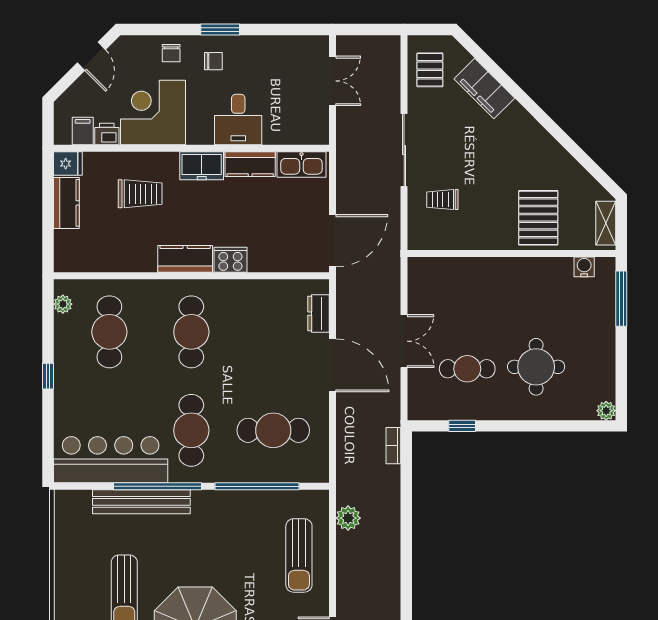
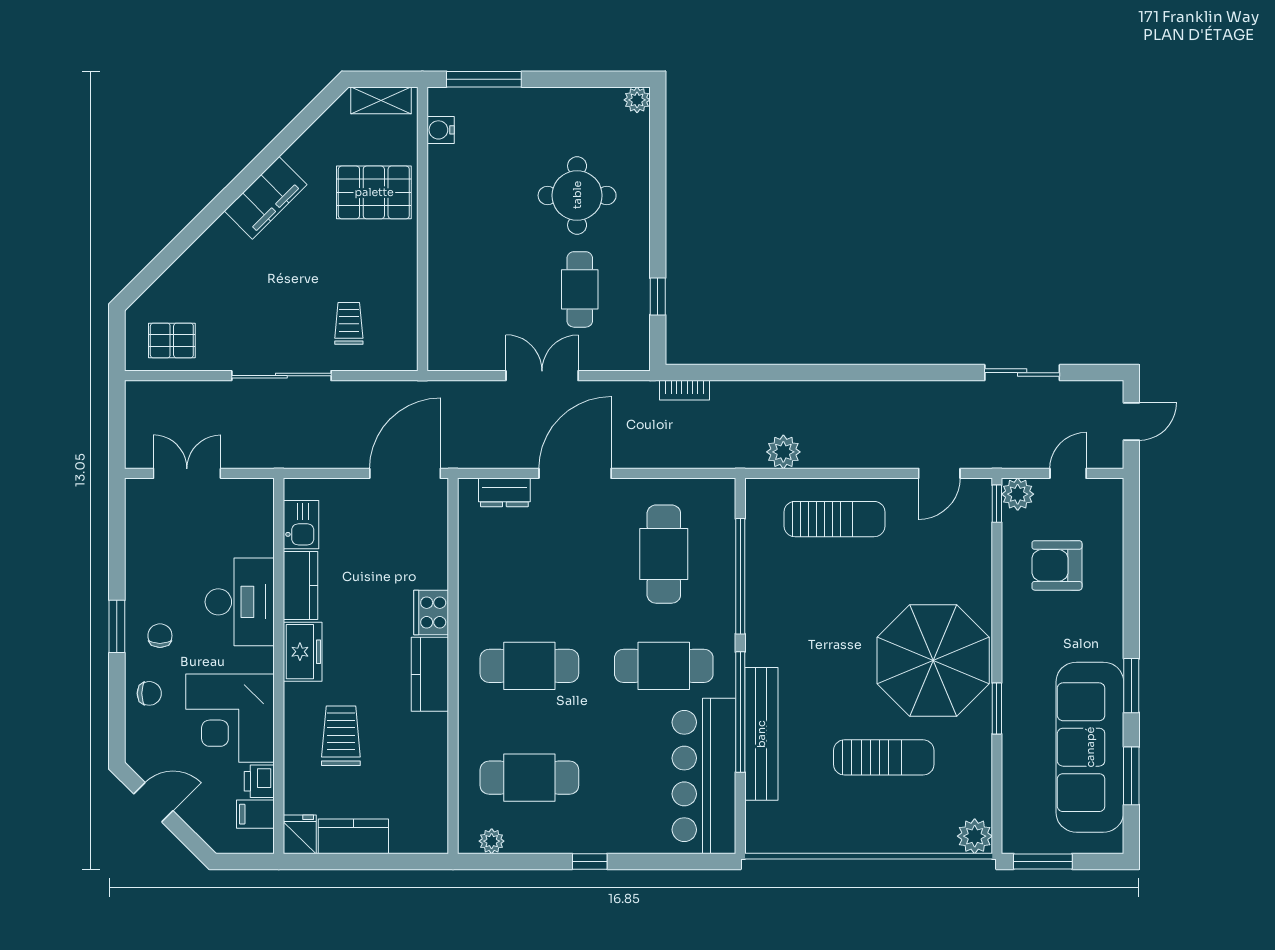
filing cabinet: (484, 88) -> (266, 198), moved
desk: (238, 120) -> (240, 602), width x1.37
kitchen sink: (301, 164) -> (301, 525), width x0.73
trolley: (442, 200) -> (349, 323), turned 180
door: (332, 241) -> (405, 473), hinge flipped

